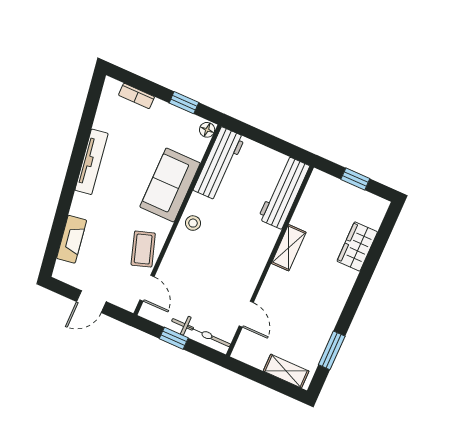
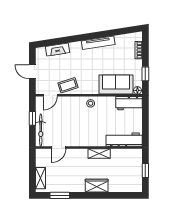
workbench: (219, 164) -> (129, 103), width x0.73
sofa: (170, 185) -> (116, 85), moved
wardrobe: (357, 247) -> (97, 186), moved

